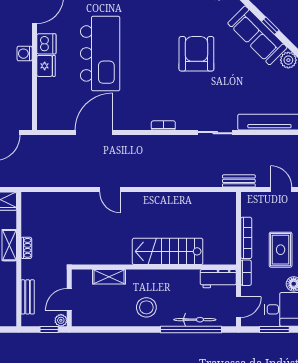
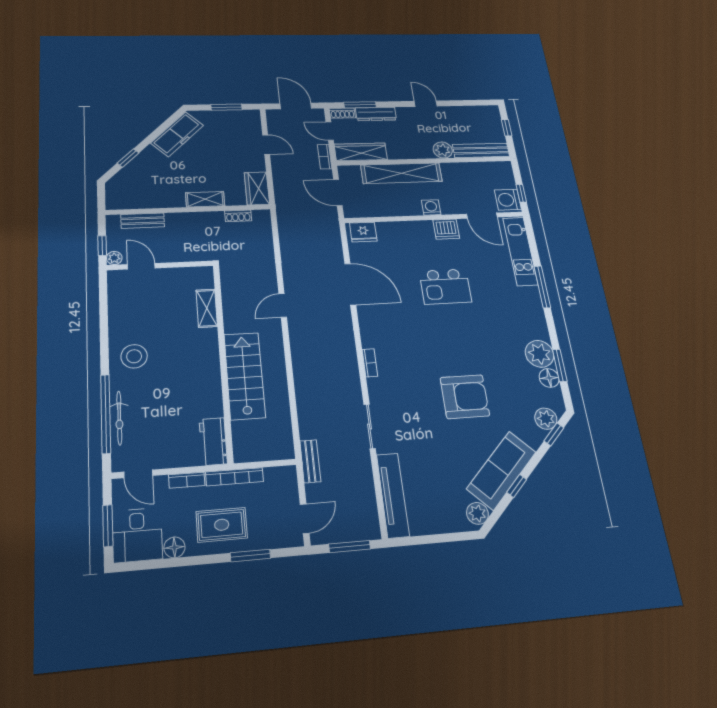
kitchen island: (100, 53) -> (445, 286), width x0.54, depth x0.78
fridge: (46, 66) -> (363, 232), moved
shoe rack: (26, 248) -> (238, 216), moved
stairs: (168, 251) -> (245, 376), moved
wall: (154, 267) -> (223, 360), moved
shelving: (109, 277) -> (207, 308), moved
workbench: (218, 279) -> (213, 441), moved

